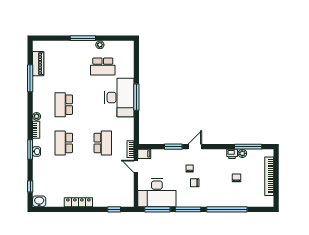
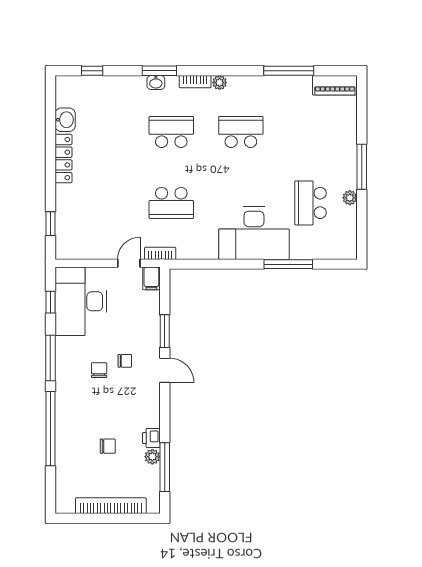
piano: (38, 64) -> (335, 85), moved
window: (136, 97) -> (288, 264), moved
washbasin: (39, 201) -> (65, 120), moved
window: (157, 209) -> (50, 302), width x0.46

